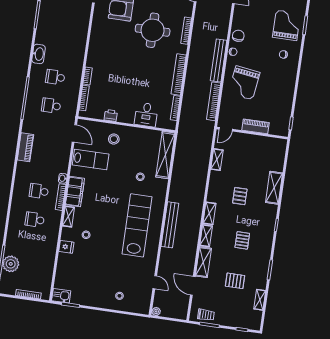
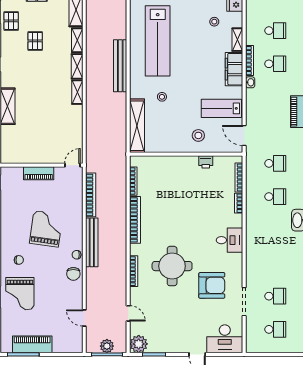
grand piano: (244, 83) -> (46, 229), moved
desk: (146, 115) -> (230, 240), moved, turned 90
shelving: (217, 160) -> (77, 92), moved
pallet: (240, 196) -> (11, 21), moved
bench: (170, 225) -> (120, 66), moved

